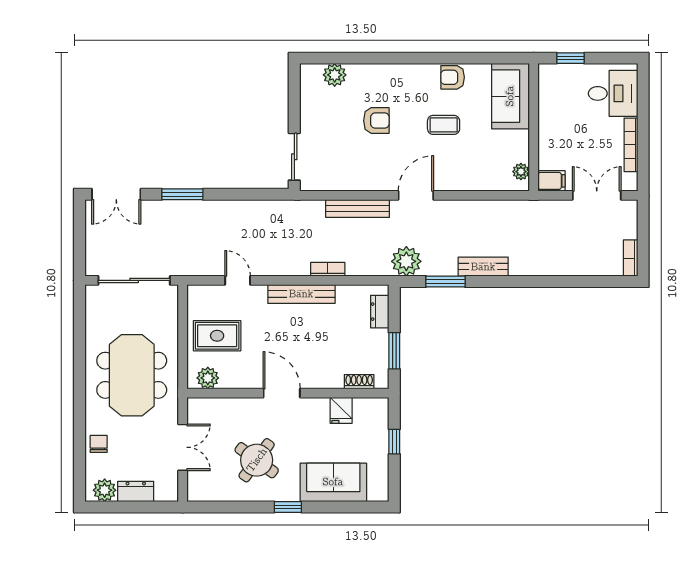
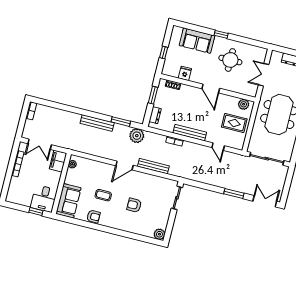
plant: (335, 75) -> (159, 234), moved
desk: (613, 93) -> (44, 199), moved, turned -90
filing cabinet: (551, 181) -> (58, 161), width x2.00
bench: (483, 267) -> (97, 123), width x1.36
round table: (257, 460) -> (230, 60), turned -36

